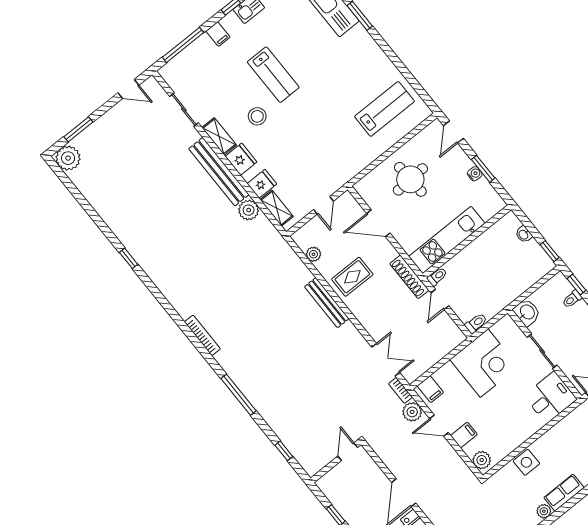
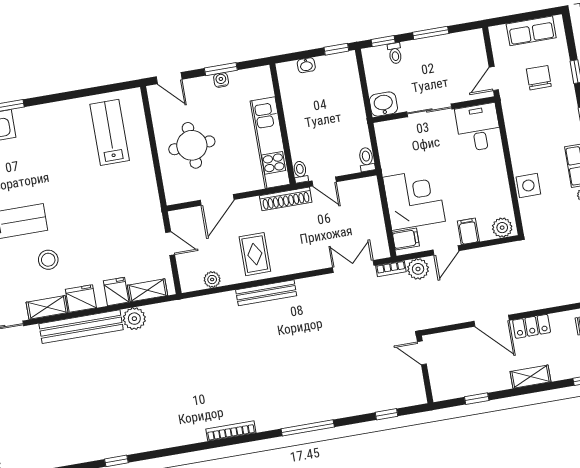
corner desk: (484, 363) -> (414, 199), moved

